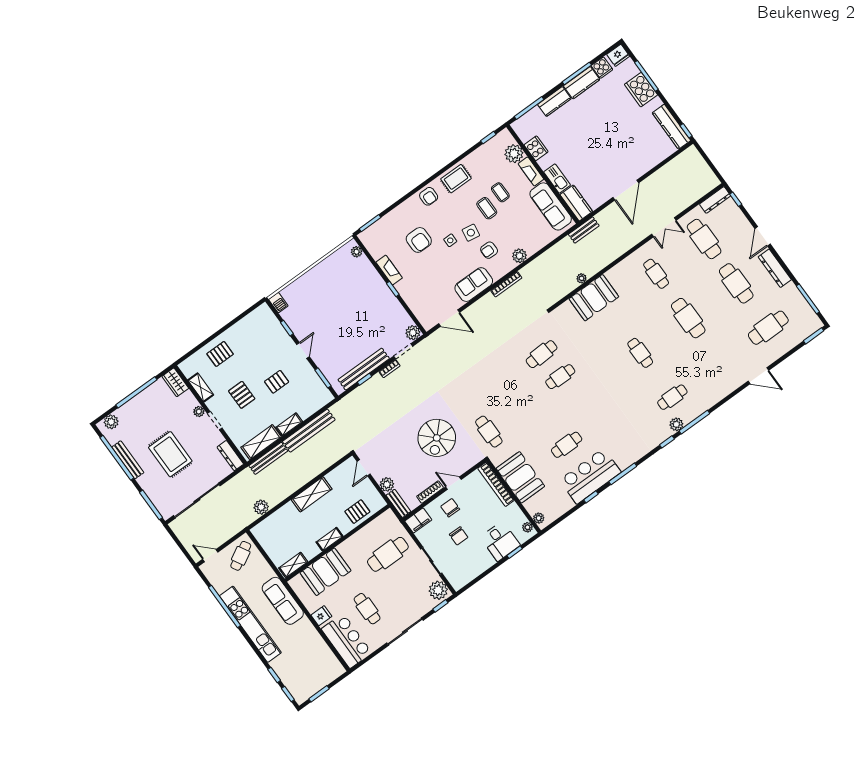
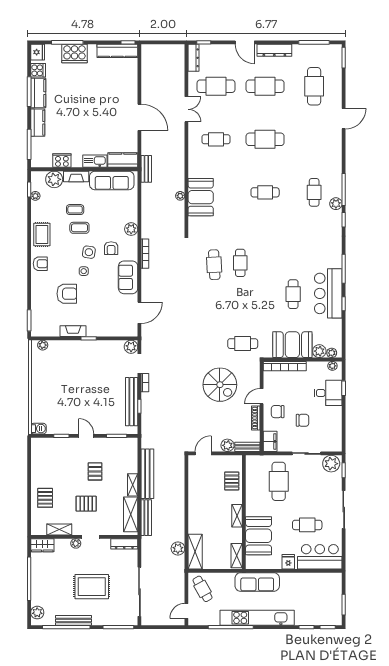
plant: (487, 147) -> (35, 196), added
door: (364, 468) -> (203, 453), swing flipped
shelving: (312, 494) -> (195, 552), moved
plant: (532, 506) -> (319, 351), added

